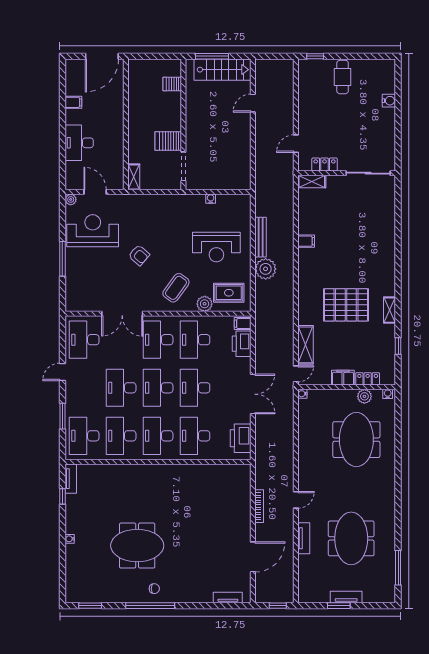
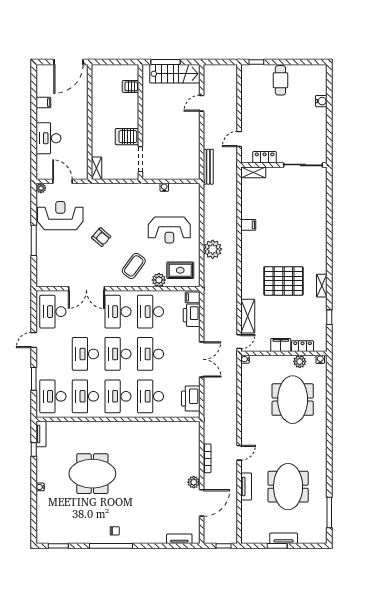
bench: (261, 237) -> (208, 167), moved
plant: (244, 533) -> (194, 482), added
meeting table: (137, 546) -> (92, 474), moved

